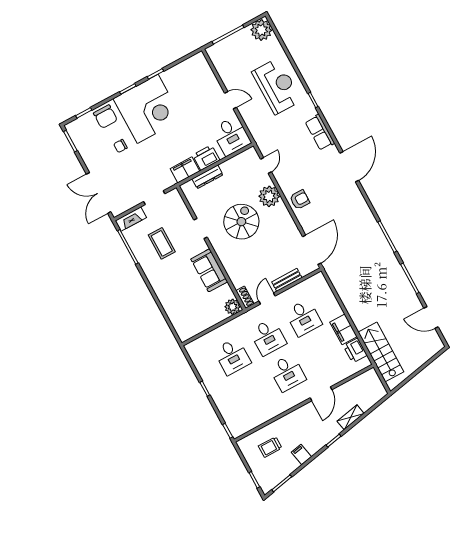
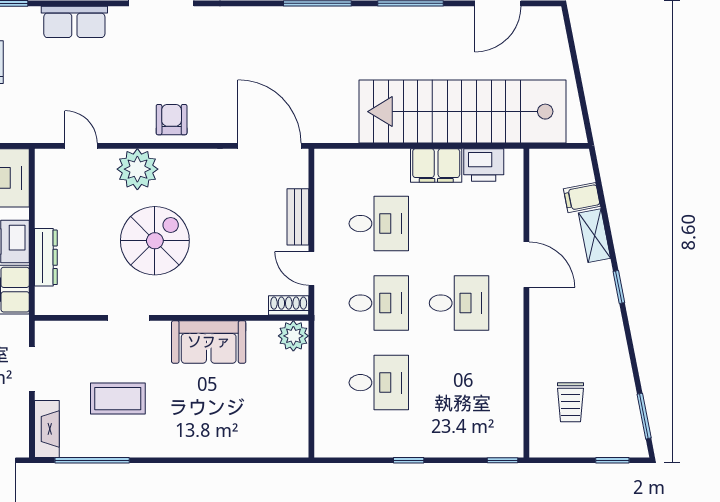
spiral stairs: (241, 222) -> (155, 241), turned 90
stairs: (381, 352) -> (463, 112), width x1.86, depth x1.51
filing cabinet: (301, 455) -> (582, 198), moved

